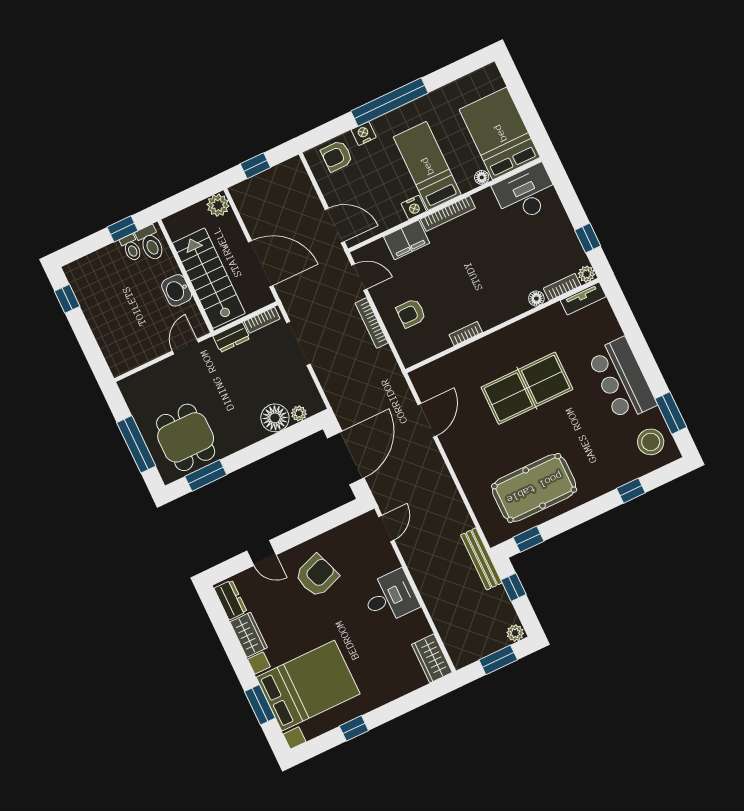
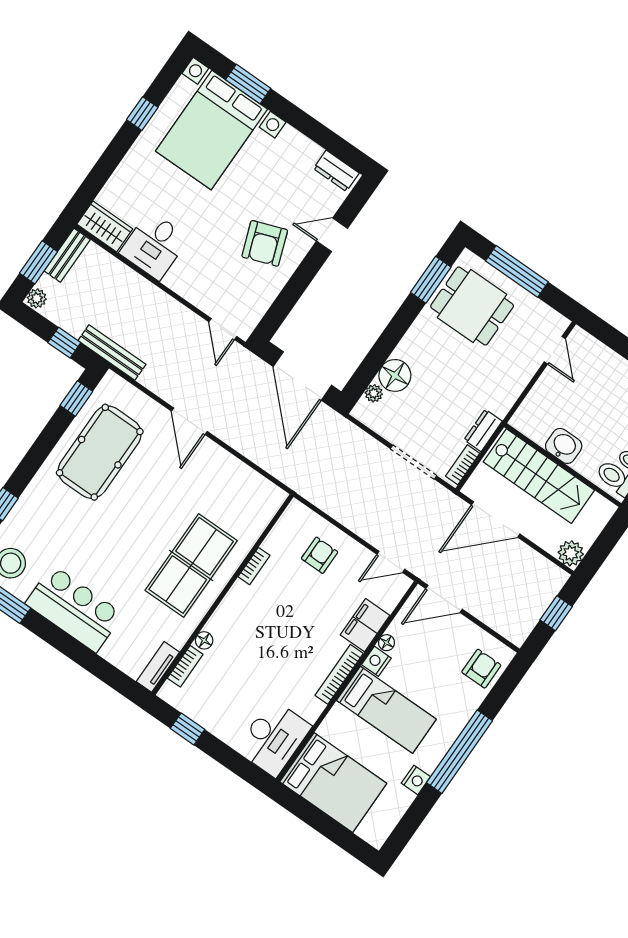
nightstand: (364, 134) -> (416, 780), moved
floor lamp: (482, 177) -> (387, 643), moved
plant: (586, 274) -> (168, 693), removed
bookcase: (372, 323) -> (353, 524), removed
door: (185, 347) -> (555, 350), moved
table tennis table: (527, 388) -> (191, 565), moved
door: (427, 420) -> (189, 421), moved
desk: (390, 597) -> (154, 245), moved
wardrobe: (249, 635) -> (299, 147), removed
bench: (473, 653) -> (67, 255), added

